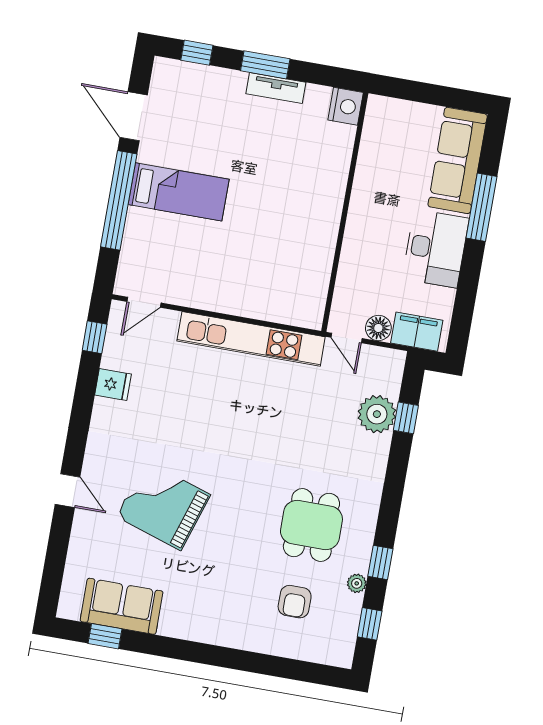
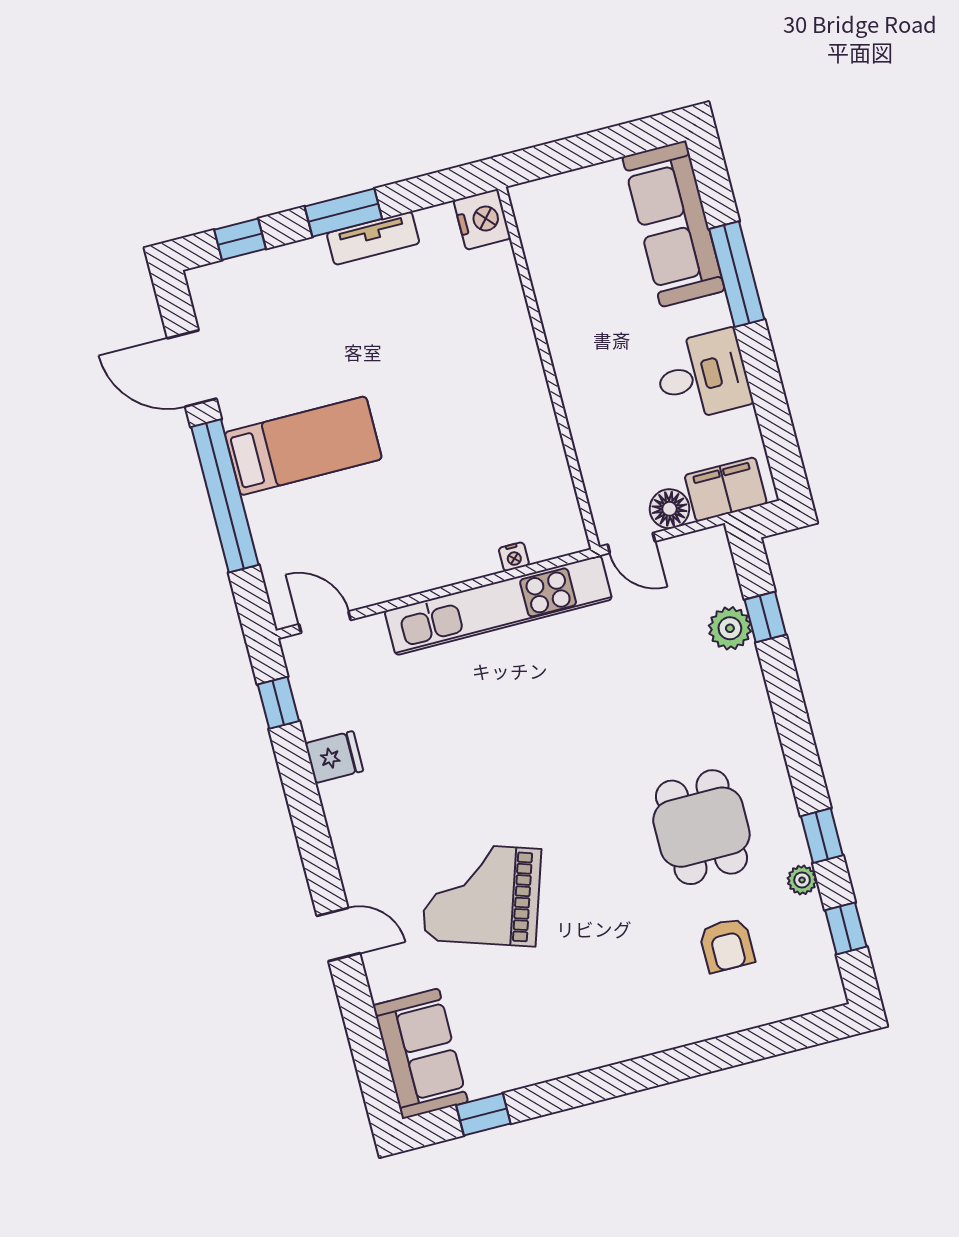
desk: (435, 248) -> (702, 376), width x0.73
door: (144, 302) -> (325, 622), swing flipped
nightstand: (273, 314) -> (514, 557), added
plant: (377, 414) -> (730, 628), width x0.73, depth x0.73
sofa: (122, 606) -> (420, 1054), moved, turned 90

